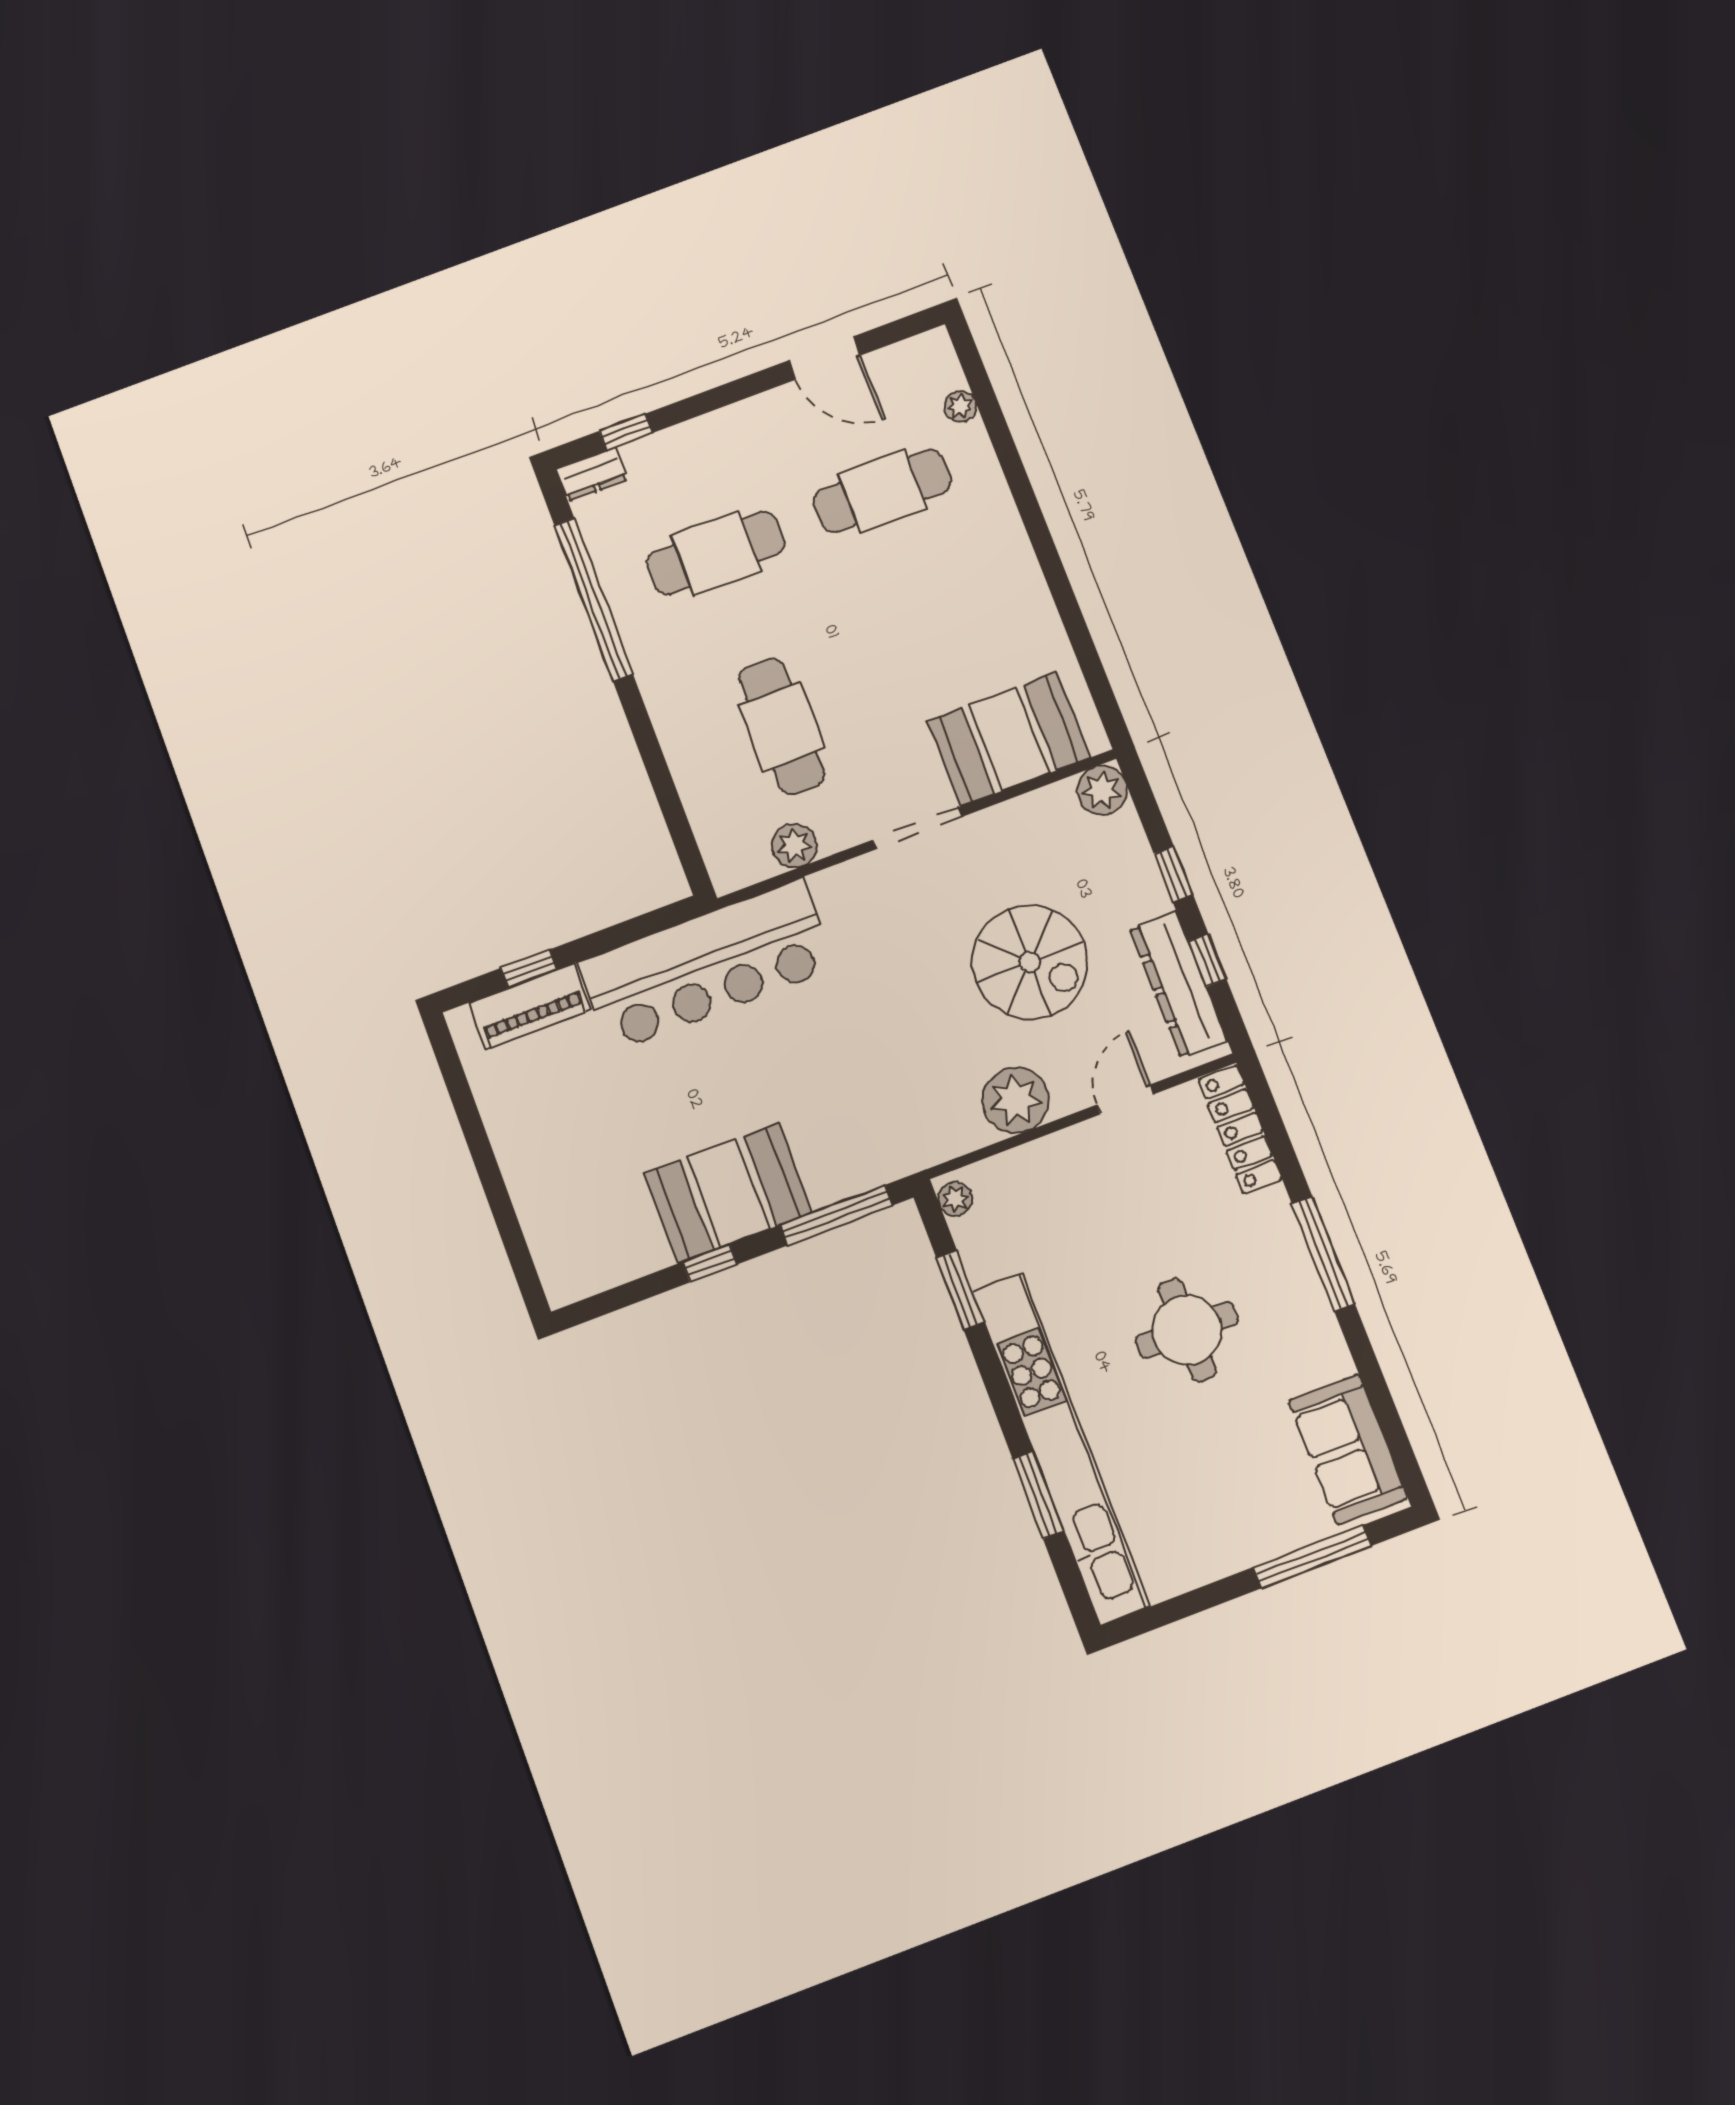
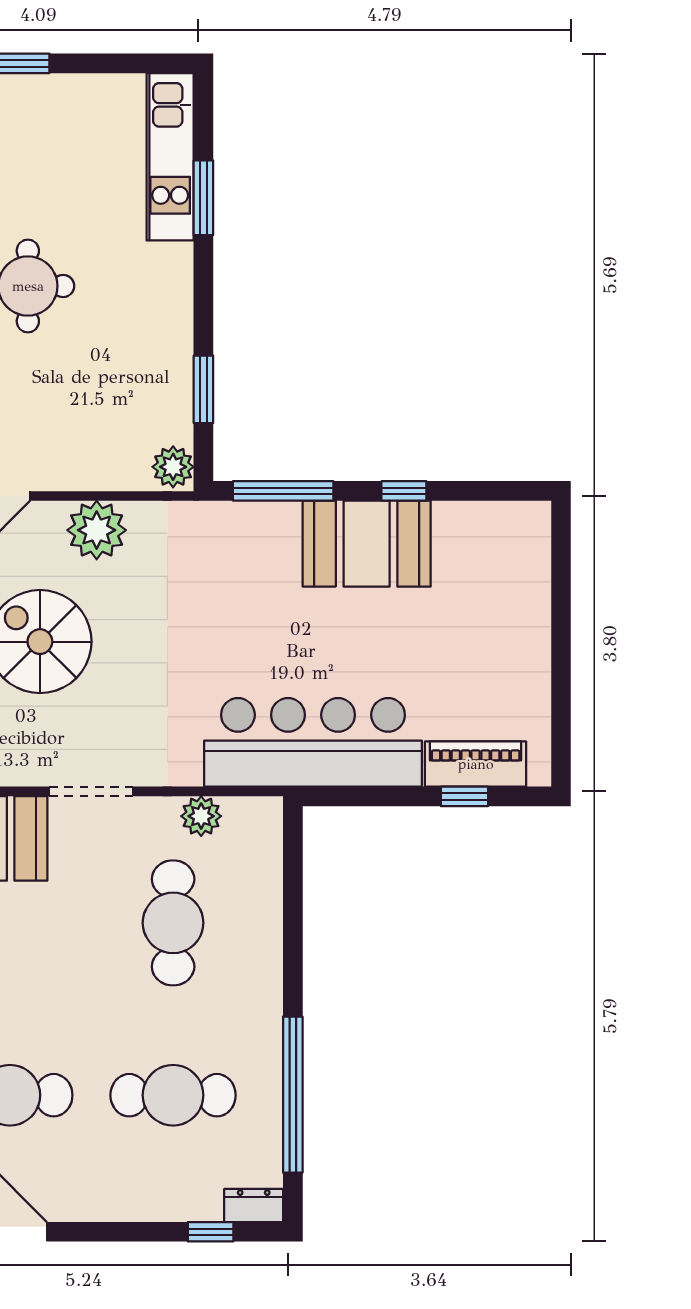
plant: (955, 1199) -> (173, 467), width x1.38, depth x1.38
kitchen unit: (1061, 1448) -> (170, 157), width x0.54

